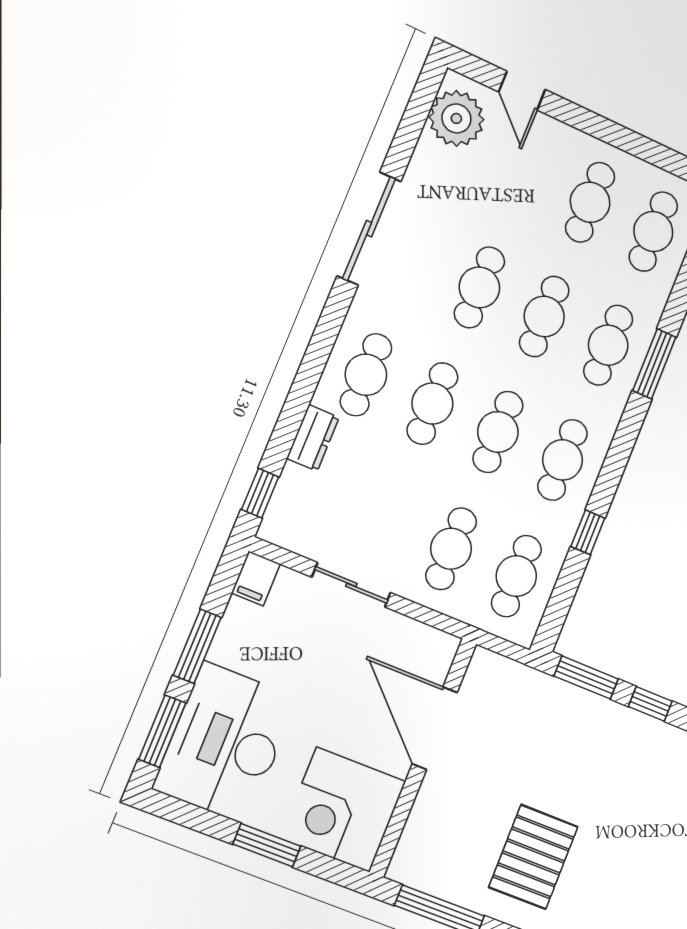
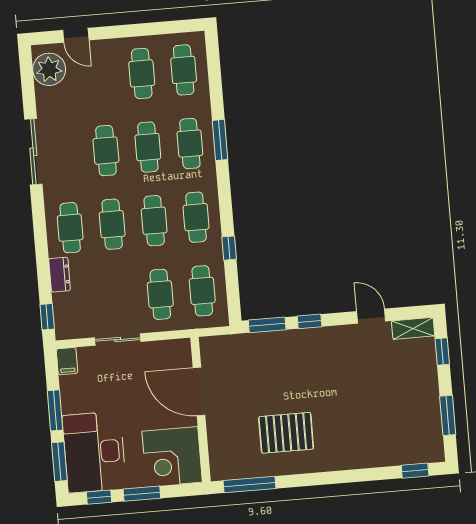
window: (197, 818) -> (99, 497), added
pallet: (533, 857) -> (286, 433), turned 90

